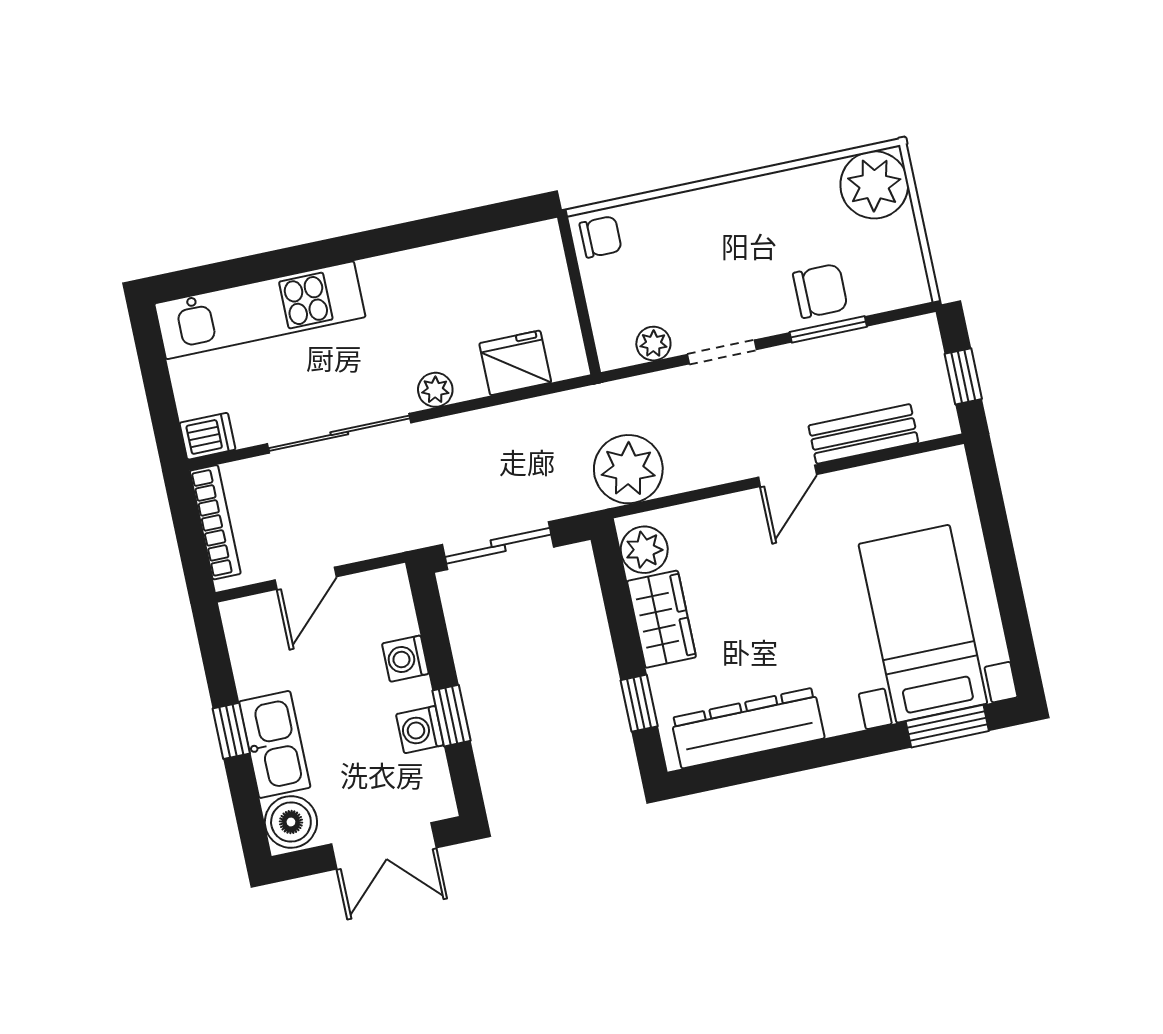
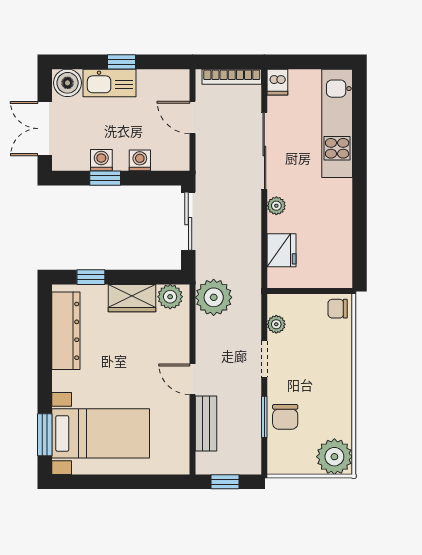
chair: (601, 237) -> (338, 309), turned 90

